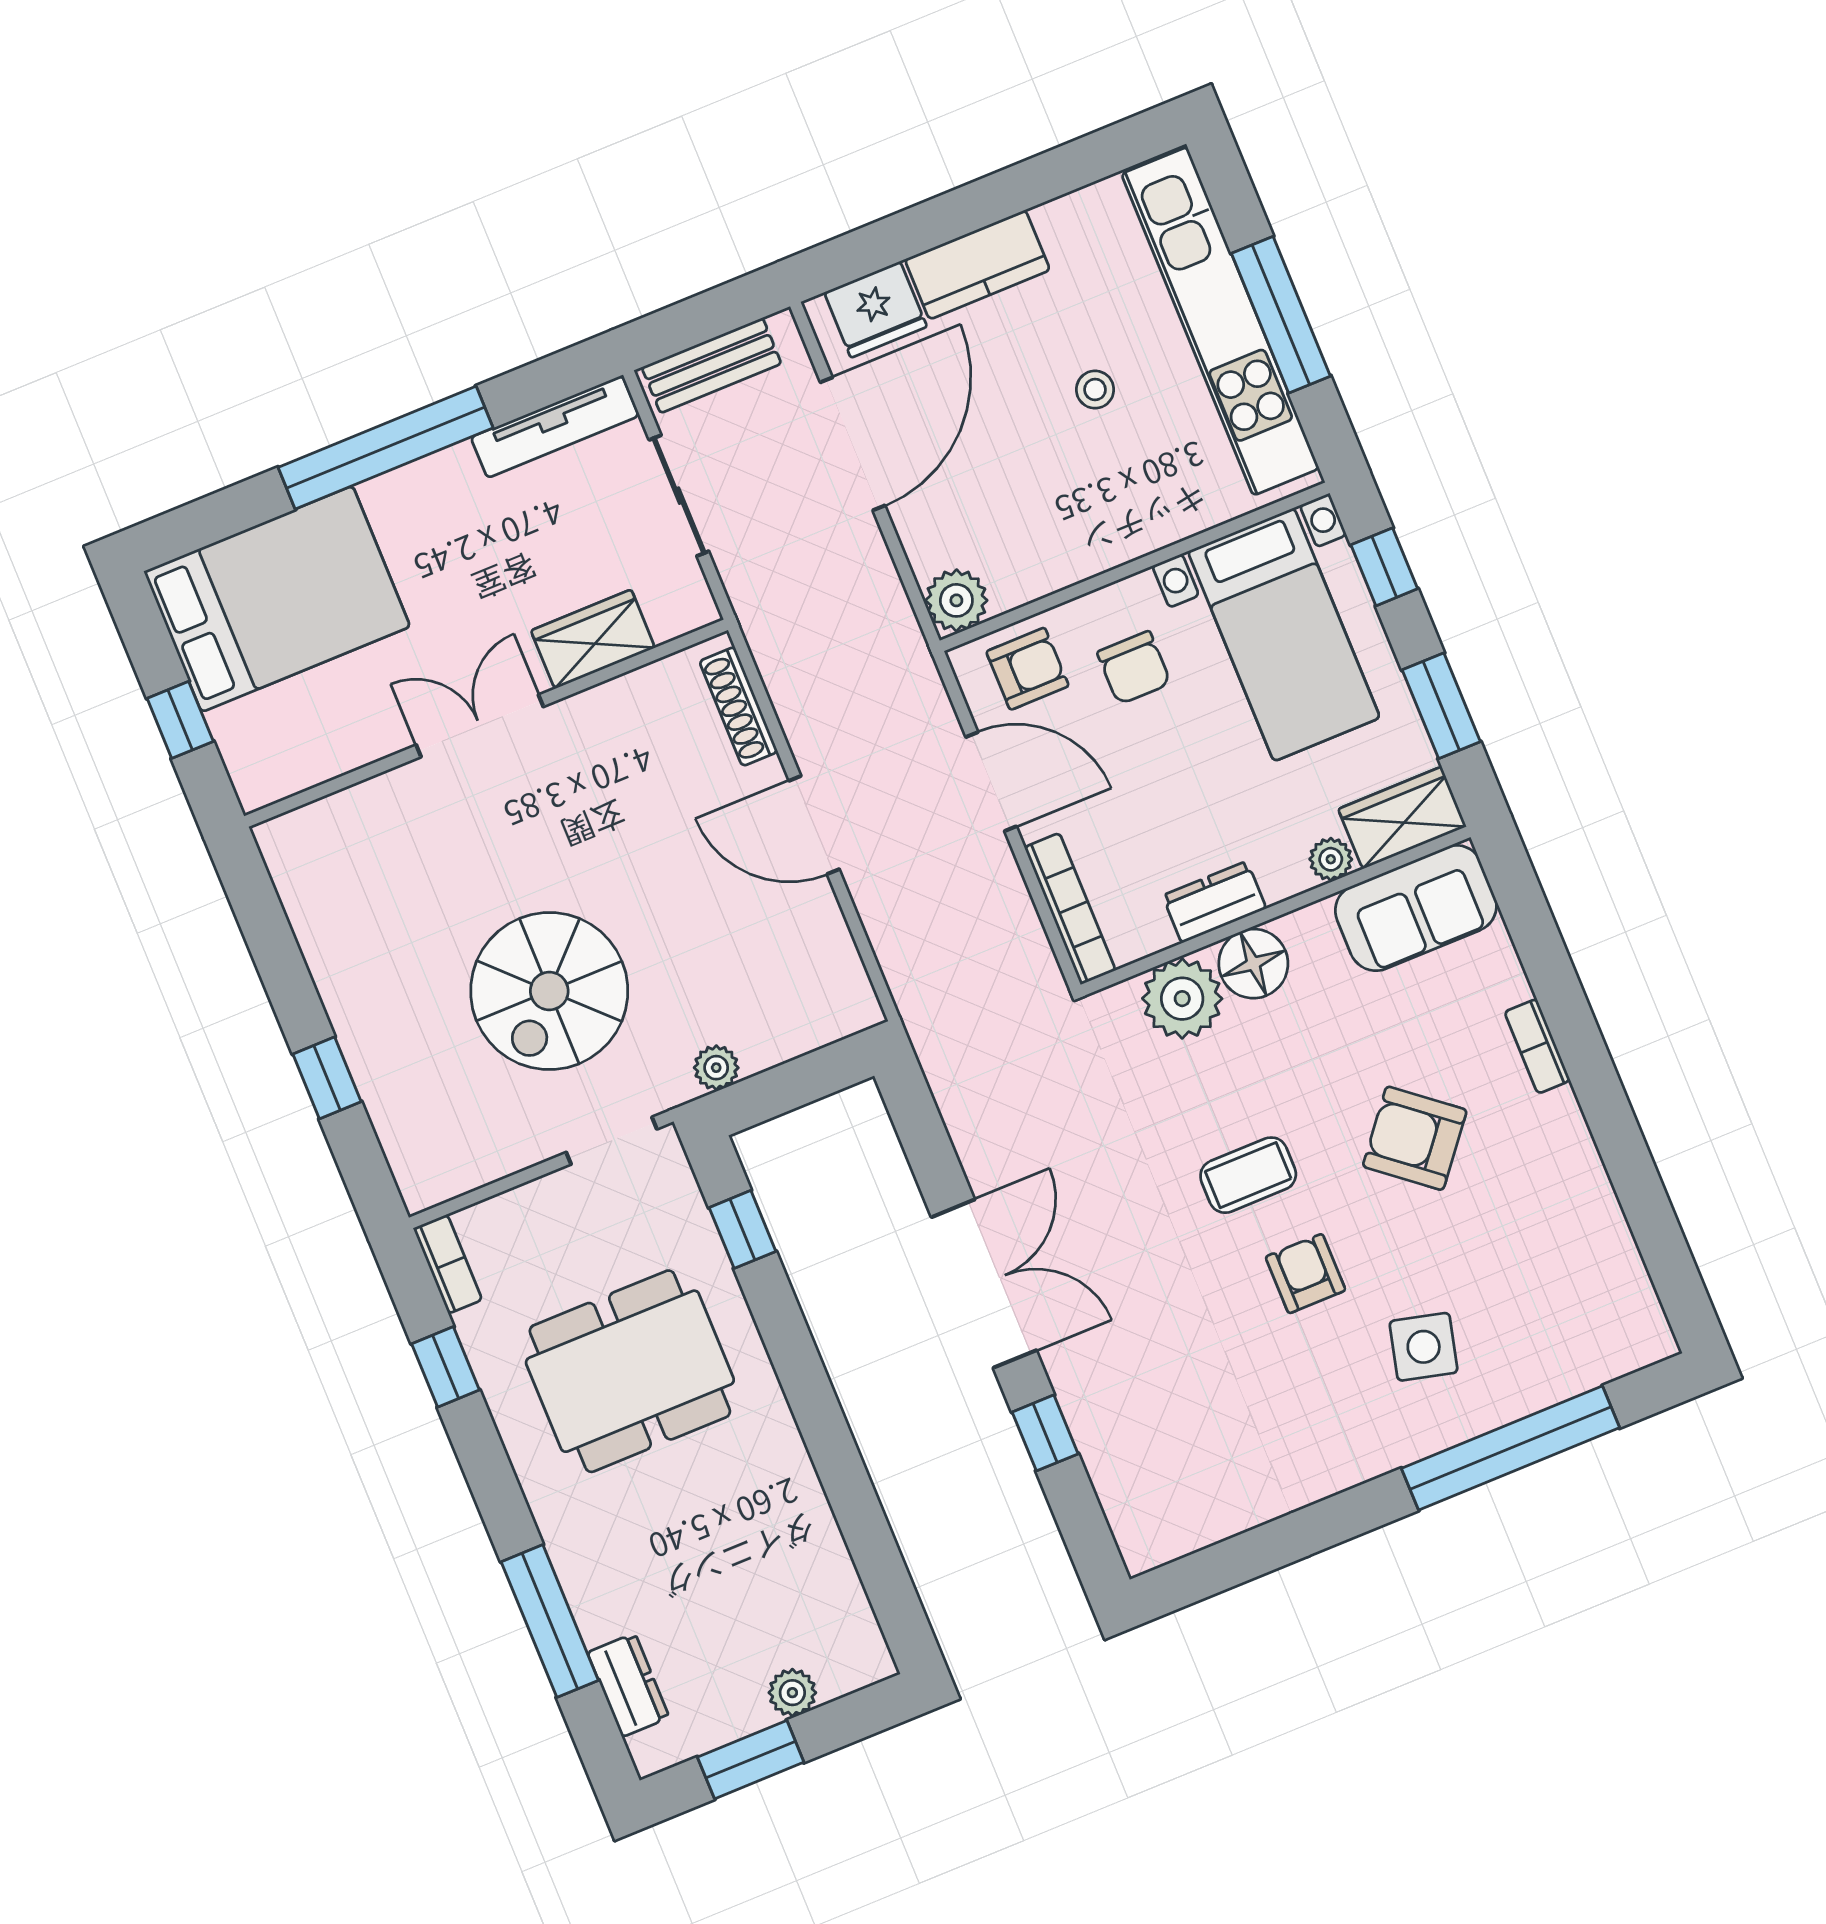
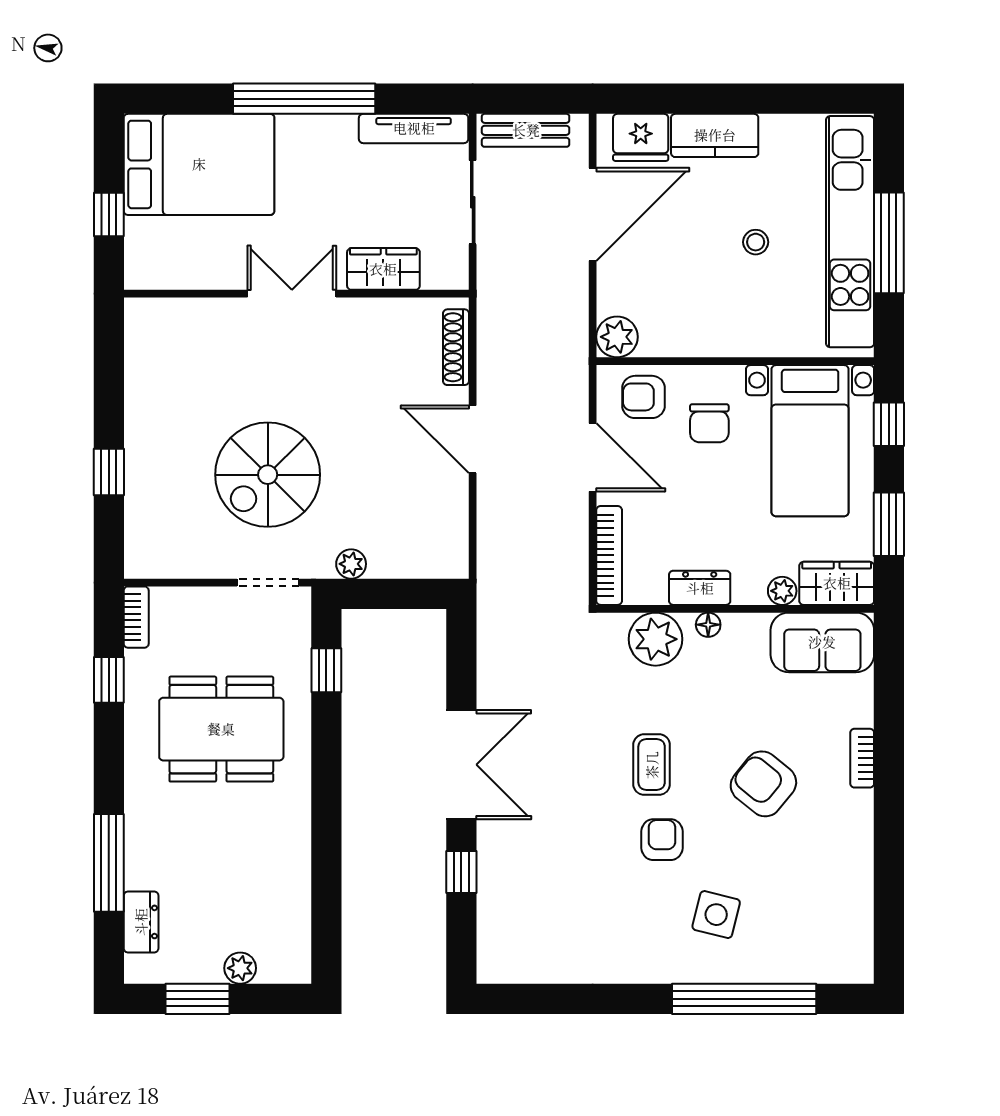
armchair: (1027, 669) -> (644, 397), turned 180
floor lamp: (1253, 964) -> (708, 625), width x0.53, depth x0.53
coffee table: (1248, 1175) -> (652, 765), turned 90

